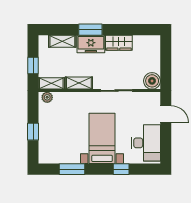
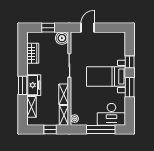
wardrobe: (119, 43) -> (33, 53), moved
window: (166, 63) -> (48, 28), added
window: (33, 132) -> (101, 129), width x2.17
desk: (146, 143) -> (111, 114), moved, turned 180
window: (72, 169) -> (130, 87), moved

